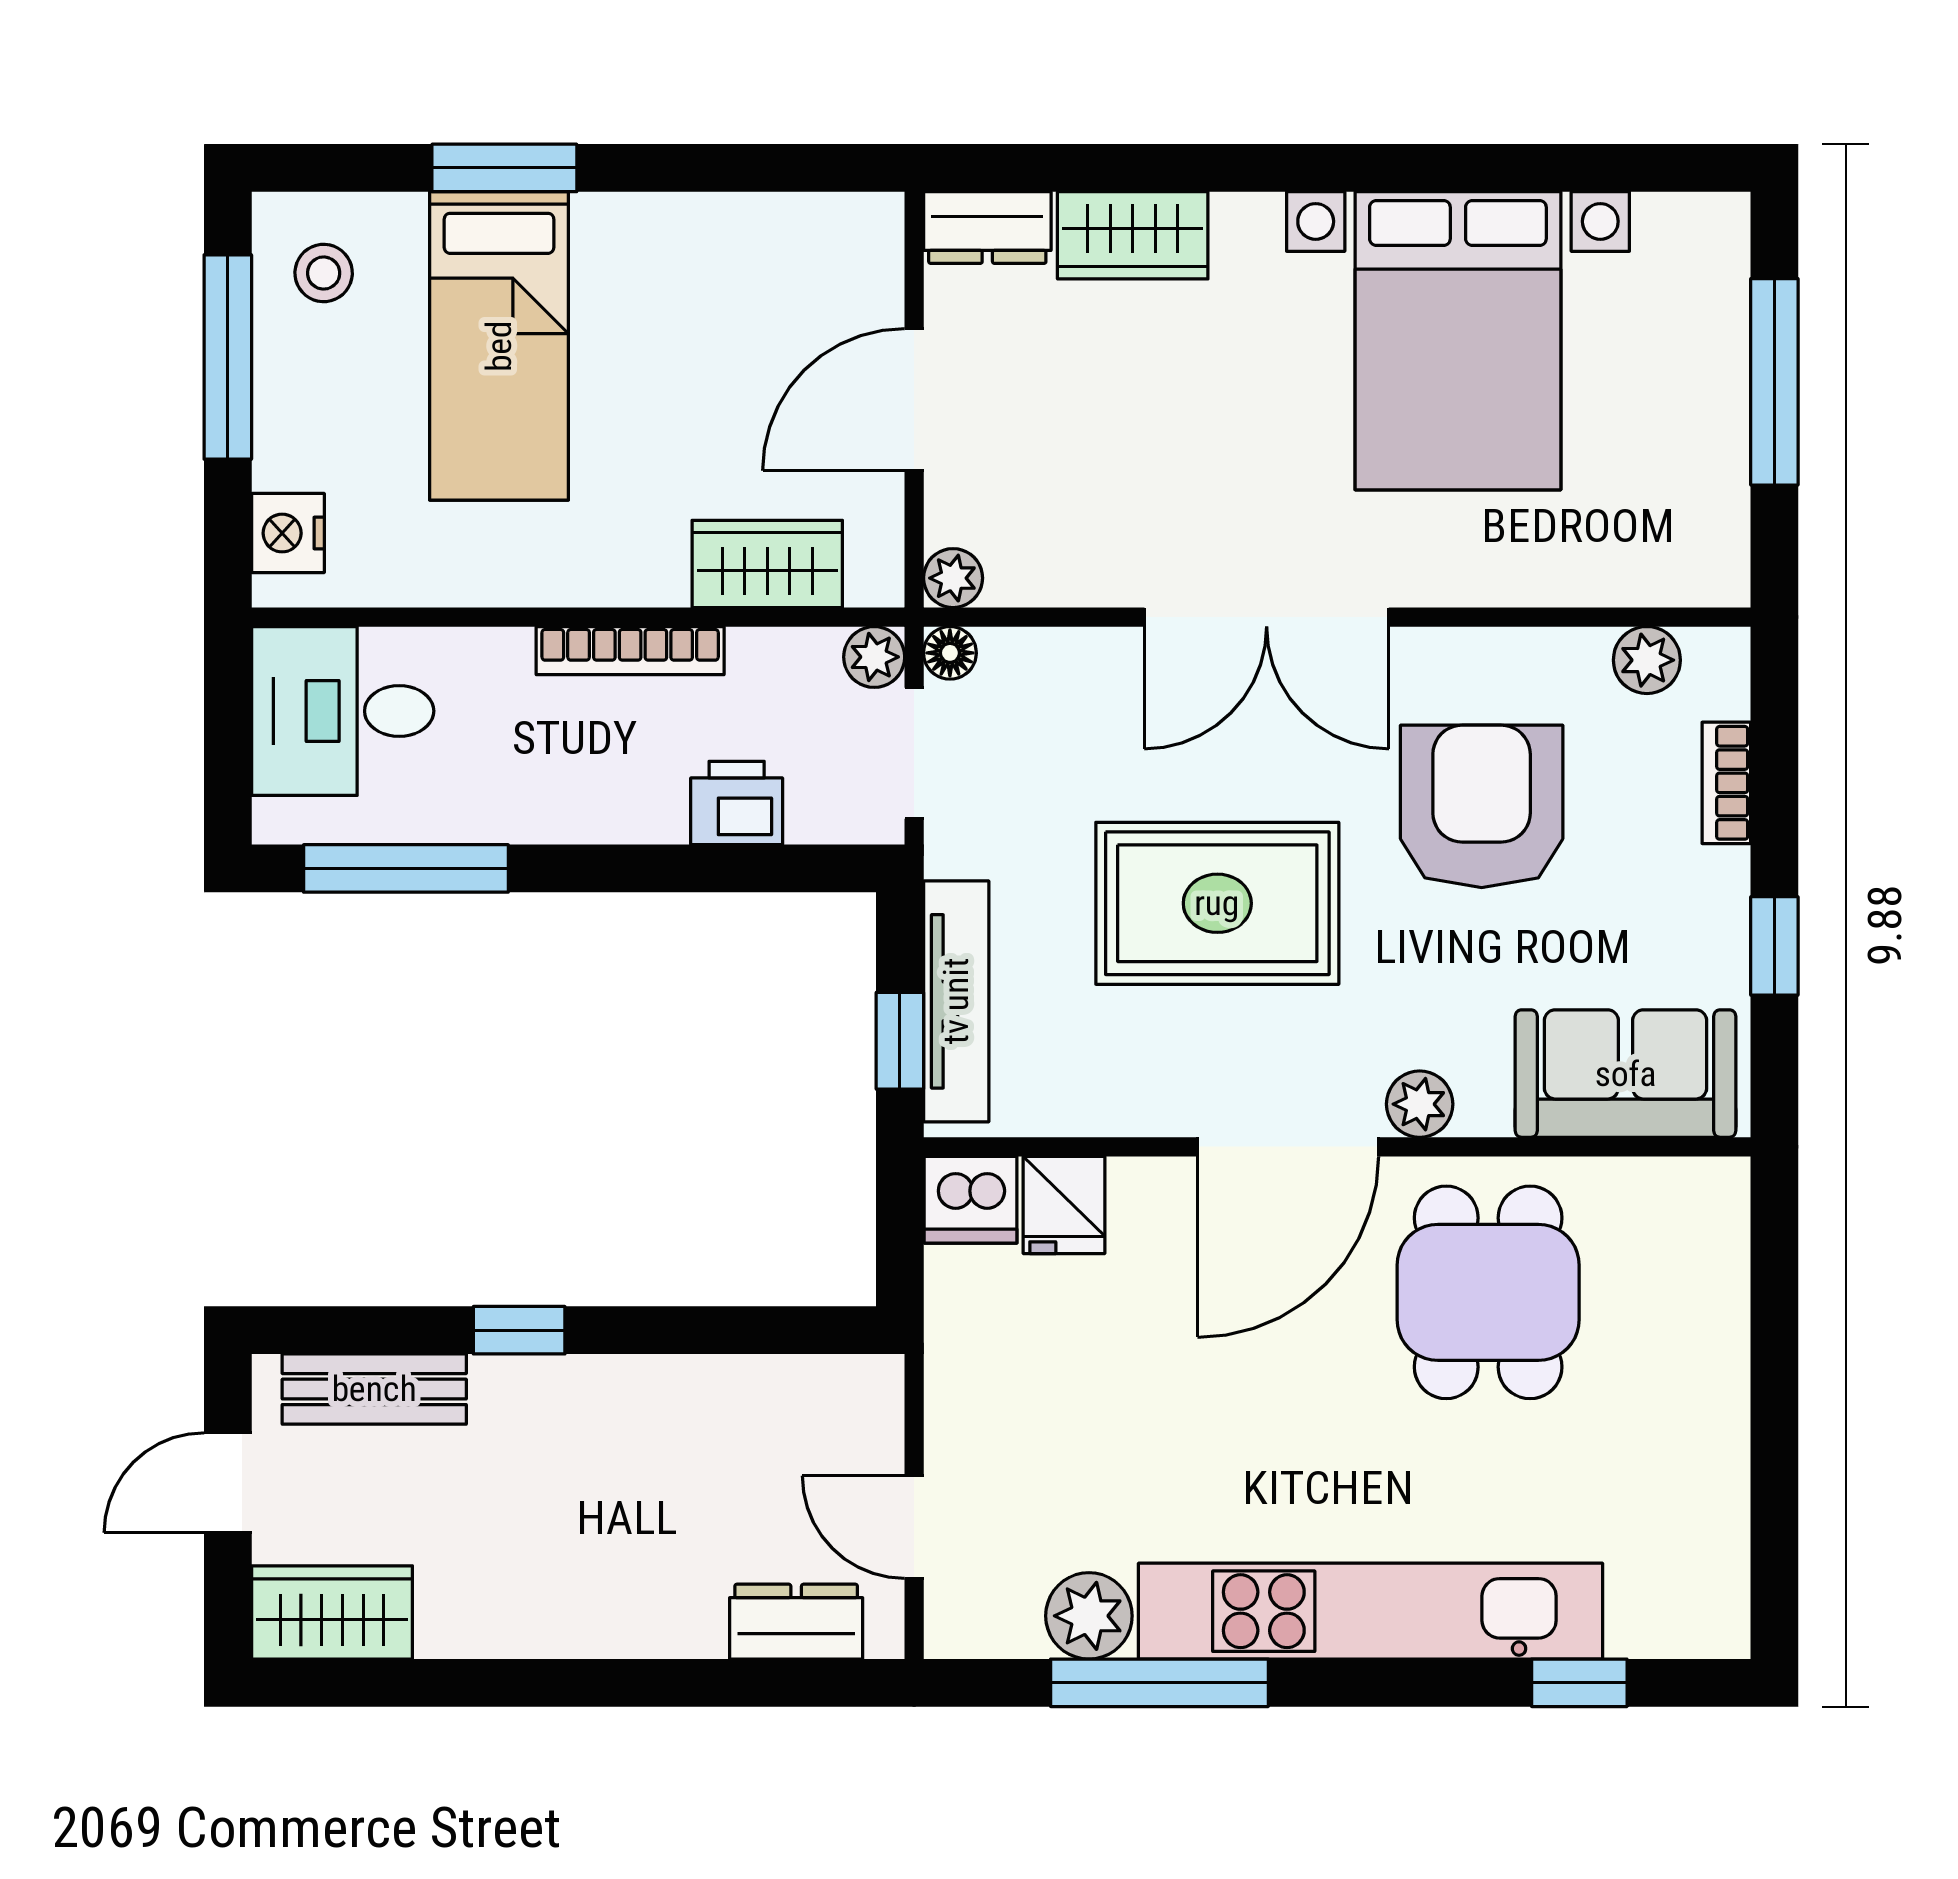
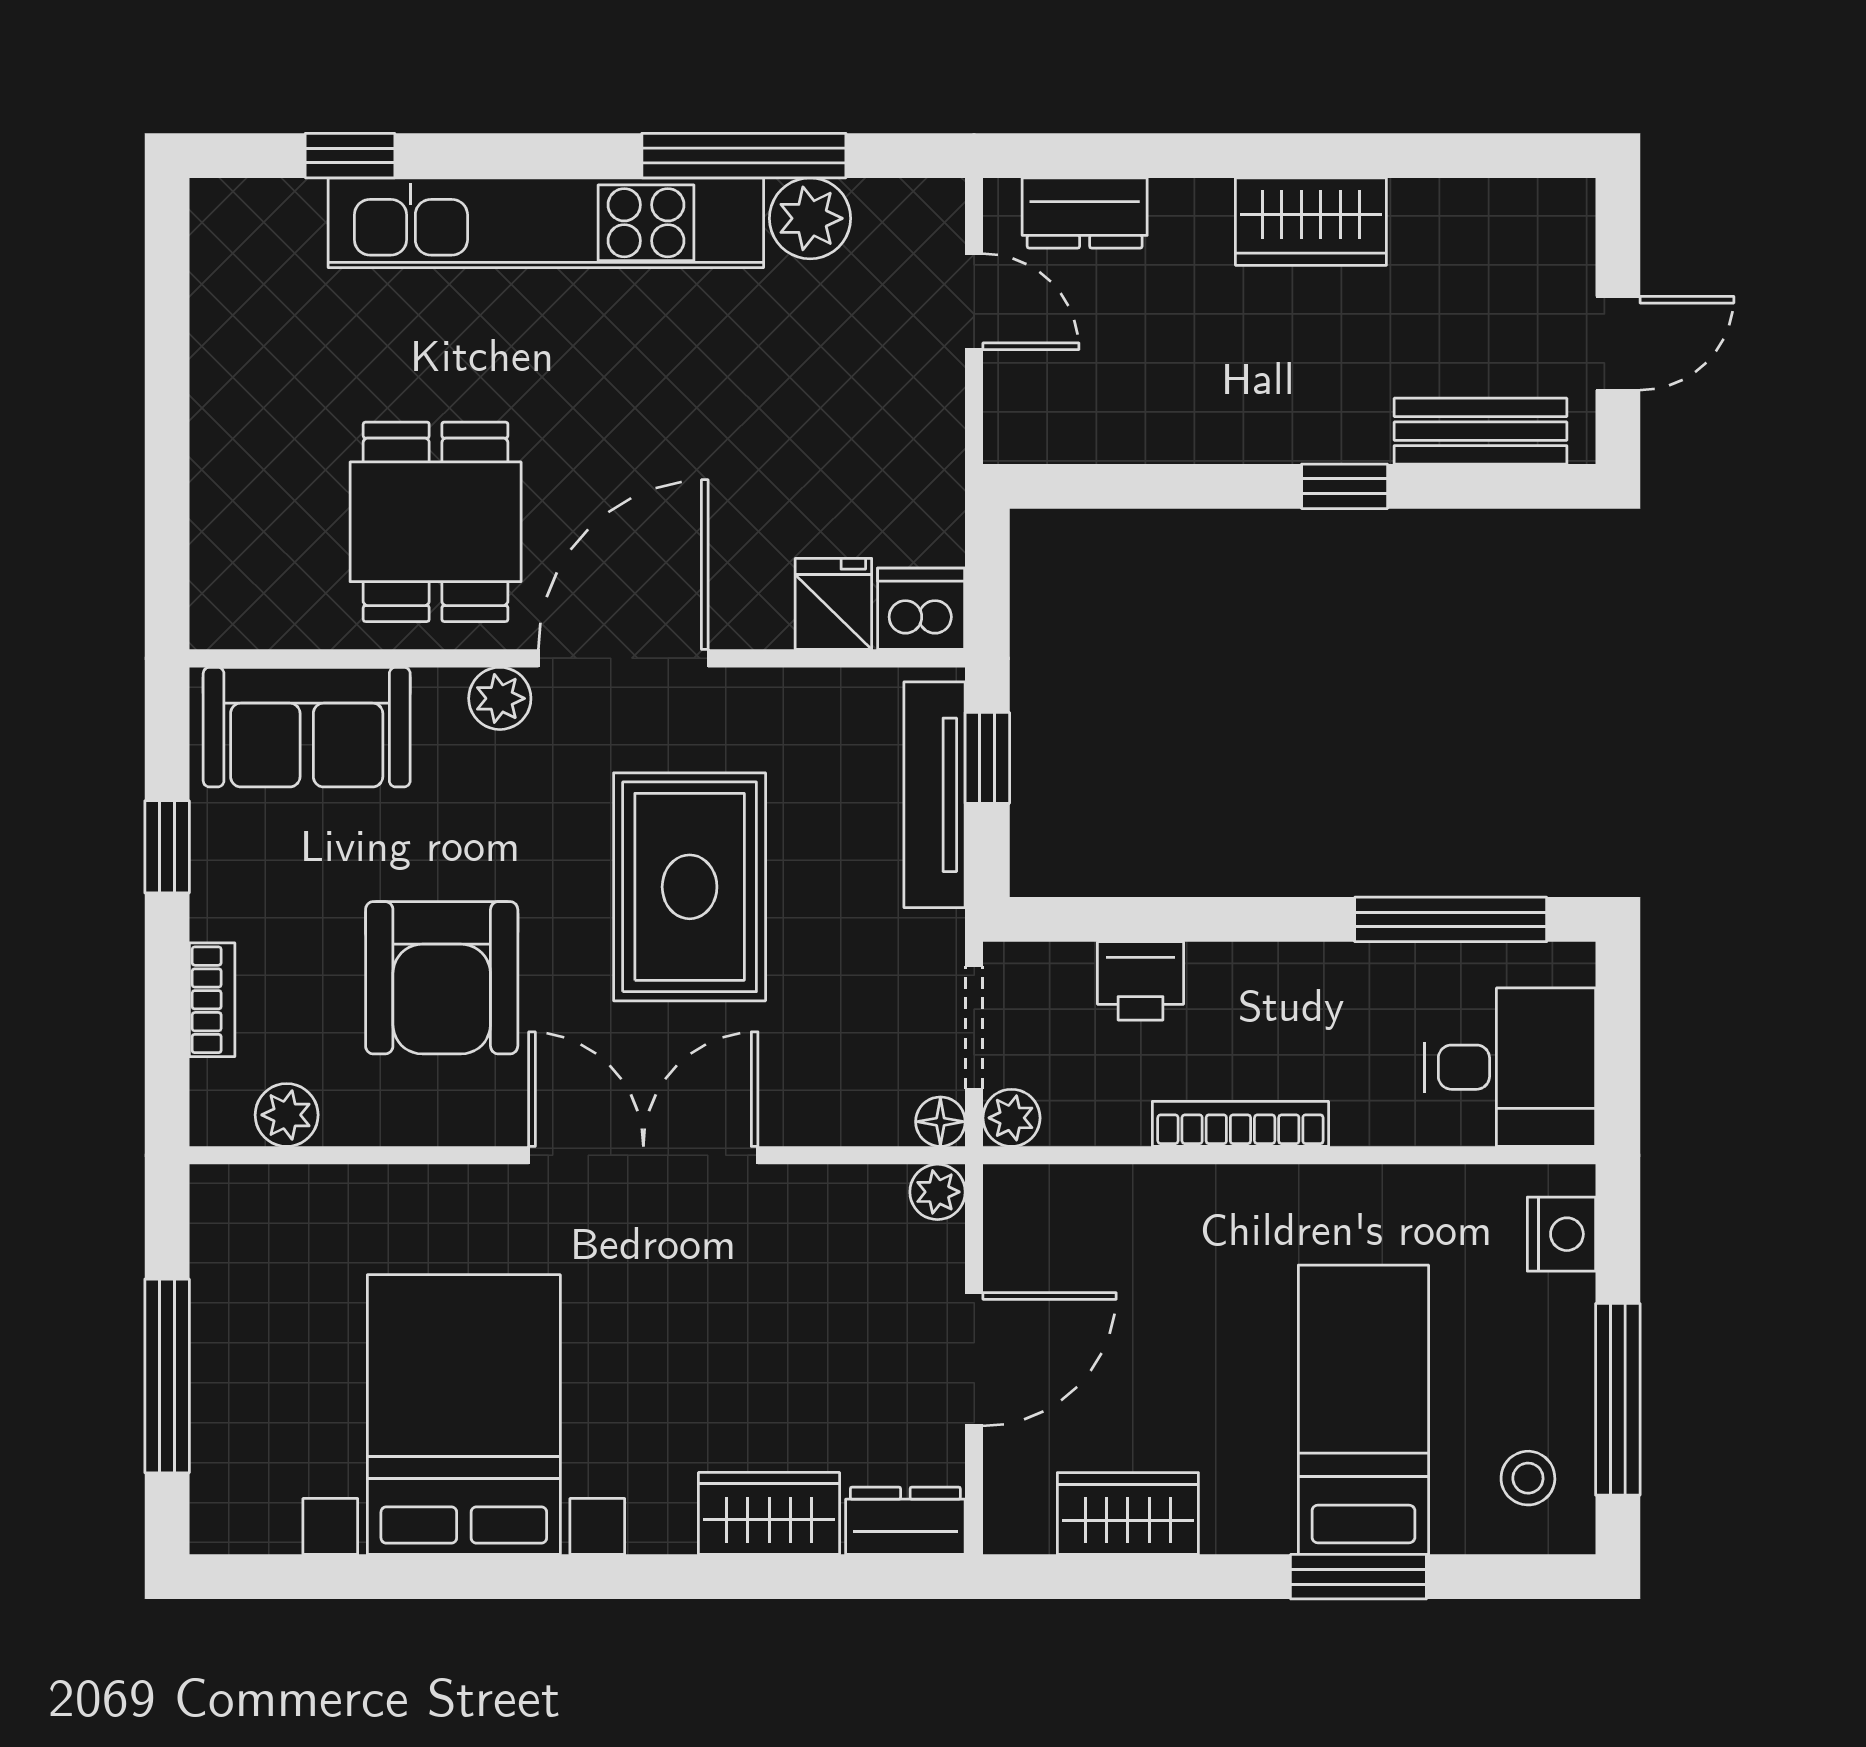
wardrobe: (767, 564) -> (1128, 1513), moved, turned 180
rug: (1217, 903) -> (690, 887), turned 90
wardrobe: (332, 1612) -> (1311, 222), moved

